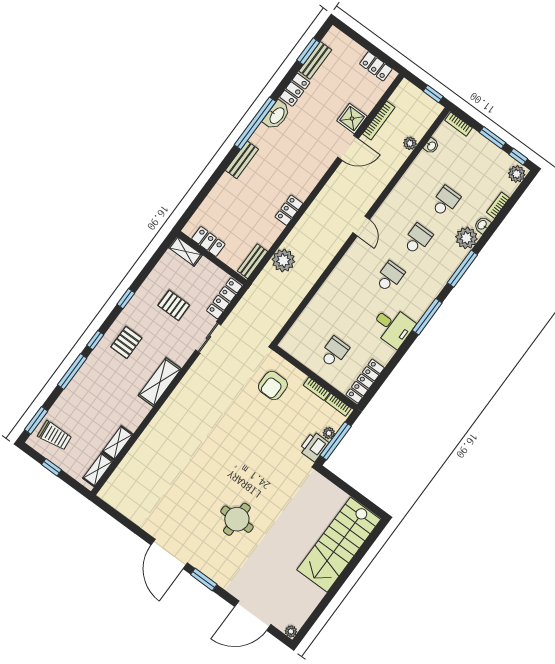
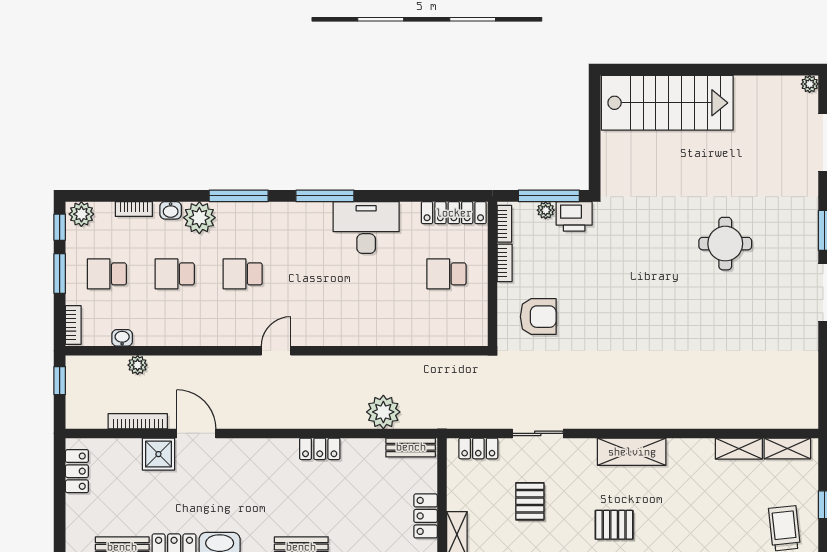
school desk: (390, 277) -> (107, 274), moved
locker: (224, 298) -> (478, 448), width x0.66
desk: (393, 326) -> (366, 228), width x1.37

